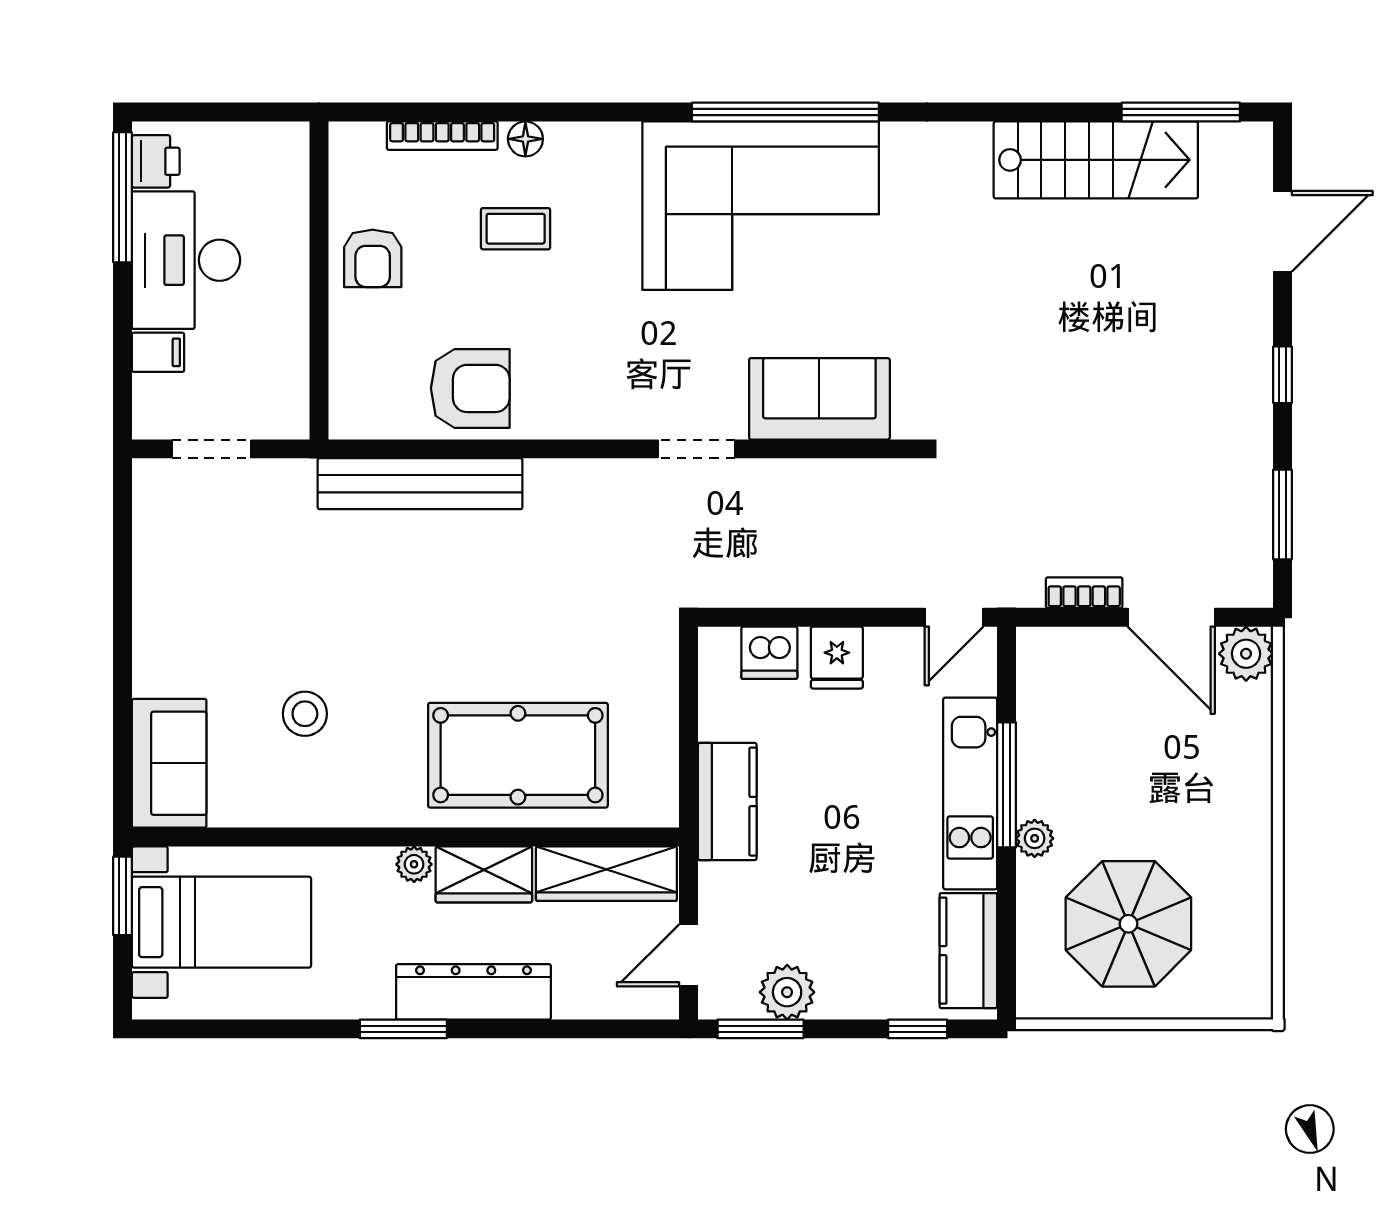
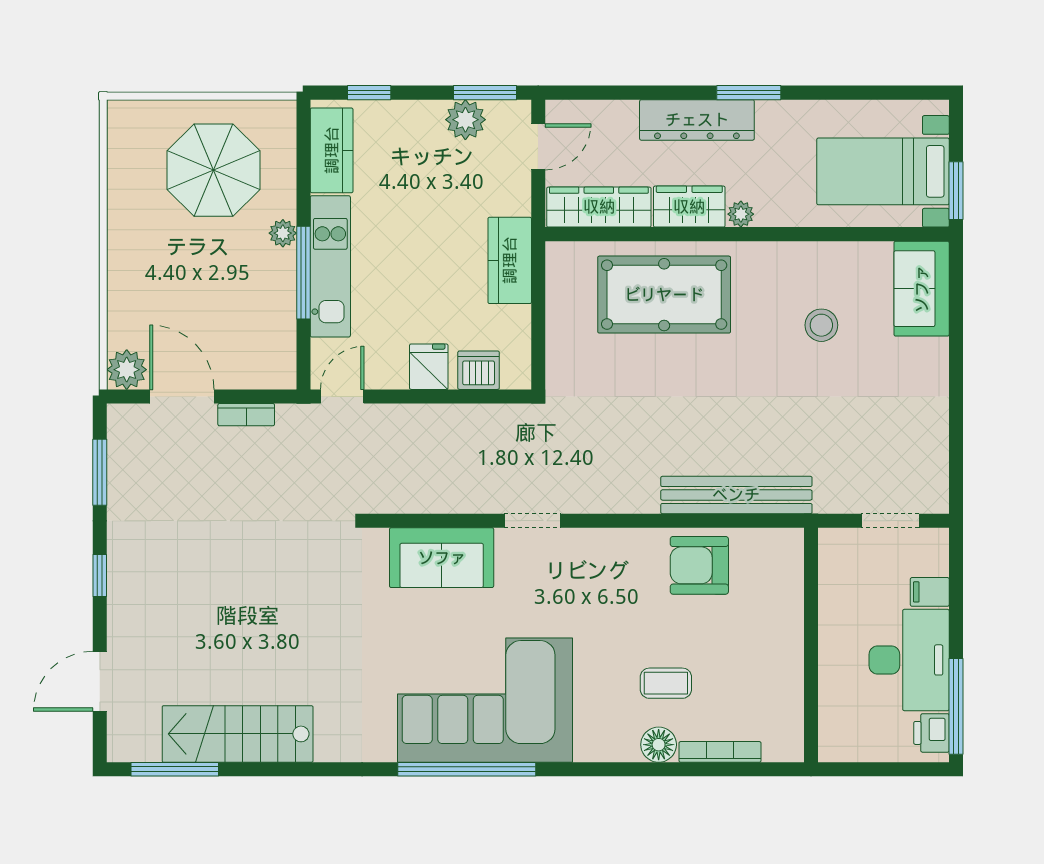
floor lamp: (525, 139) -> (659, 745), width x1.37, depth x1.37
armchair: (373, 258) -> (771, 661), removed

